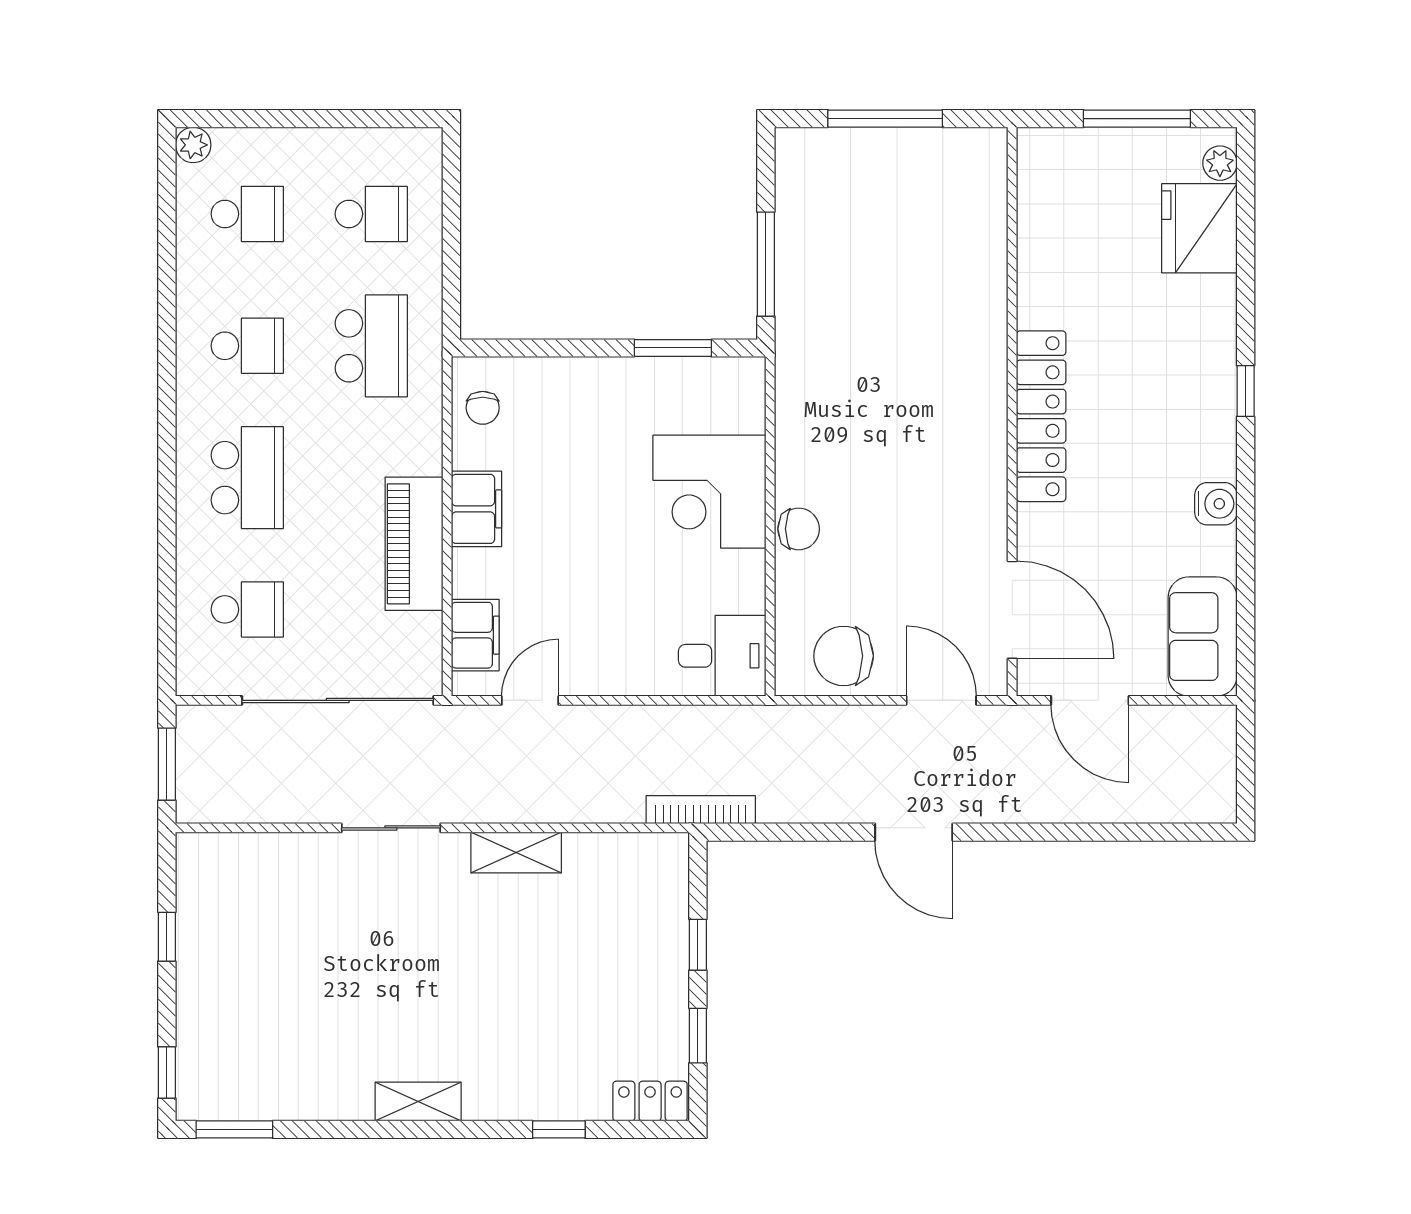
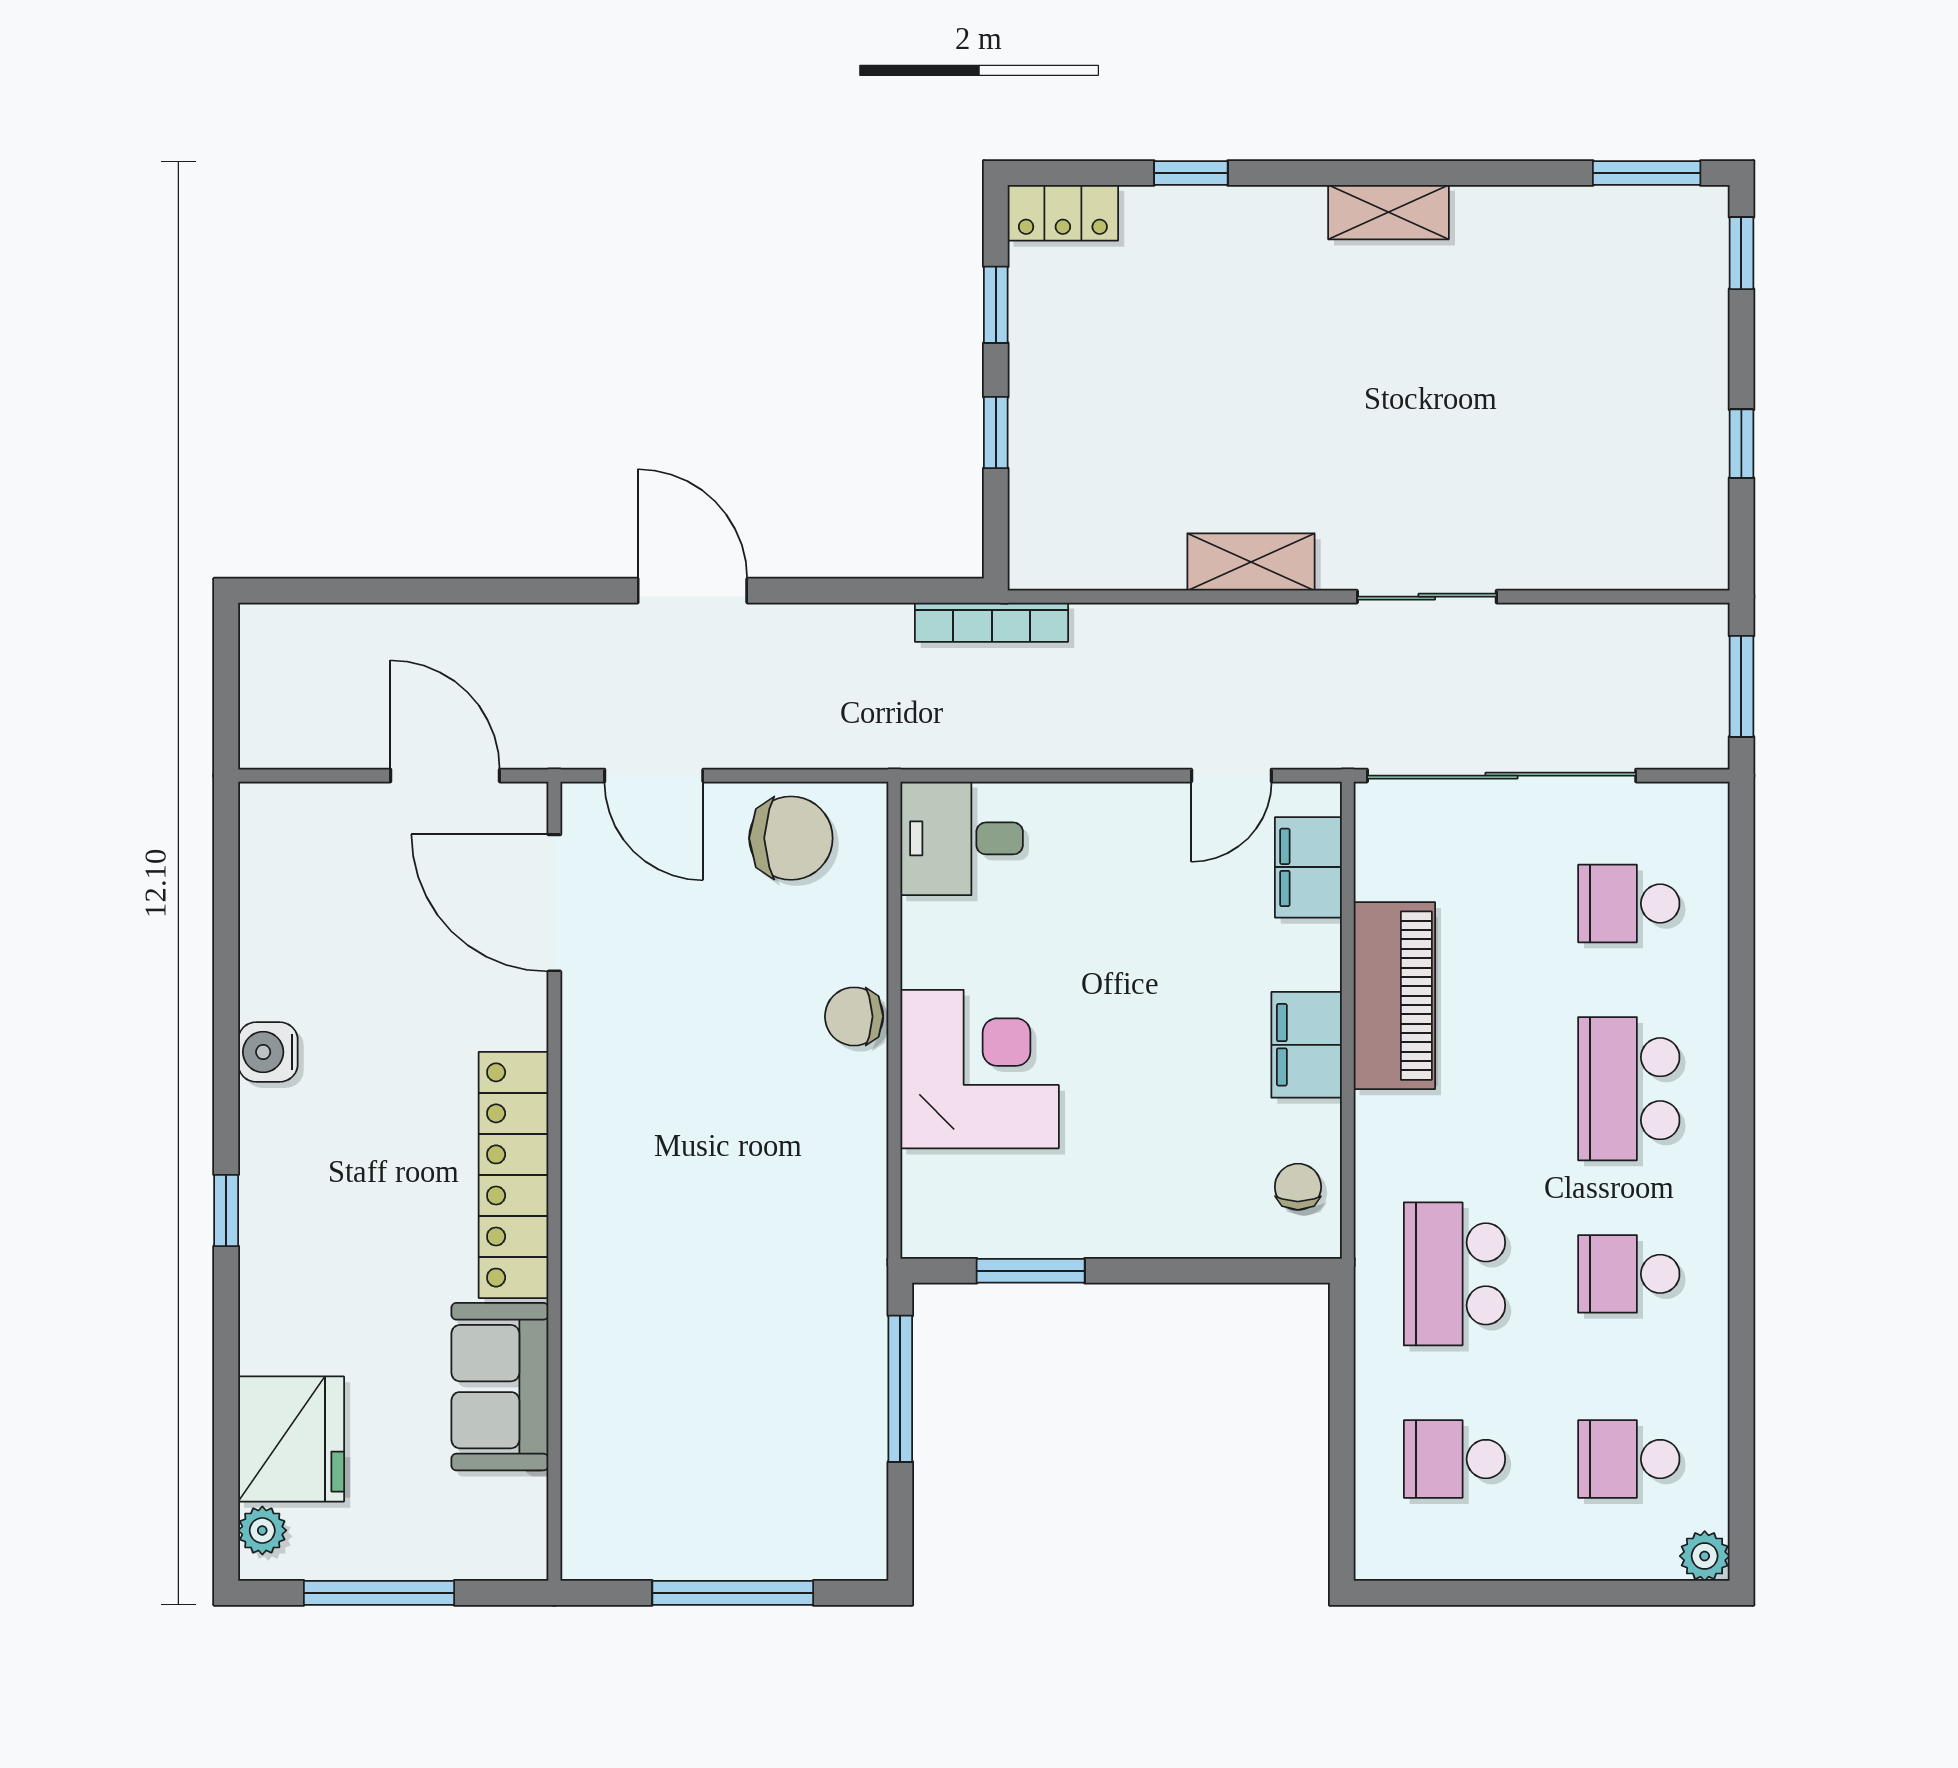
sofa: (1203, 637) -> (500, 1387), moved, turned 180

